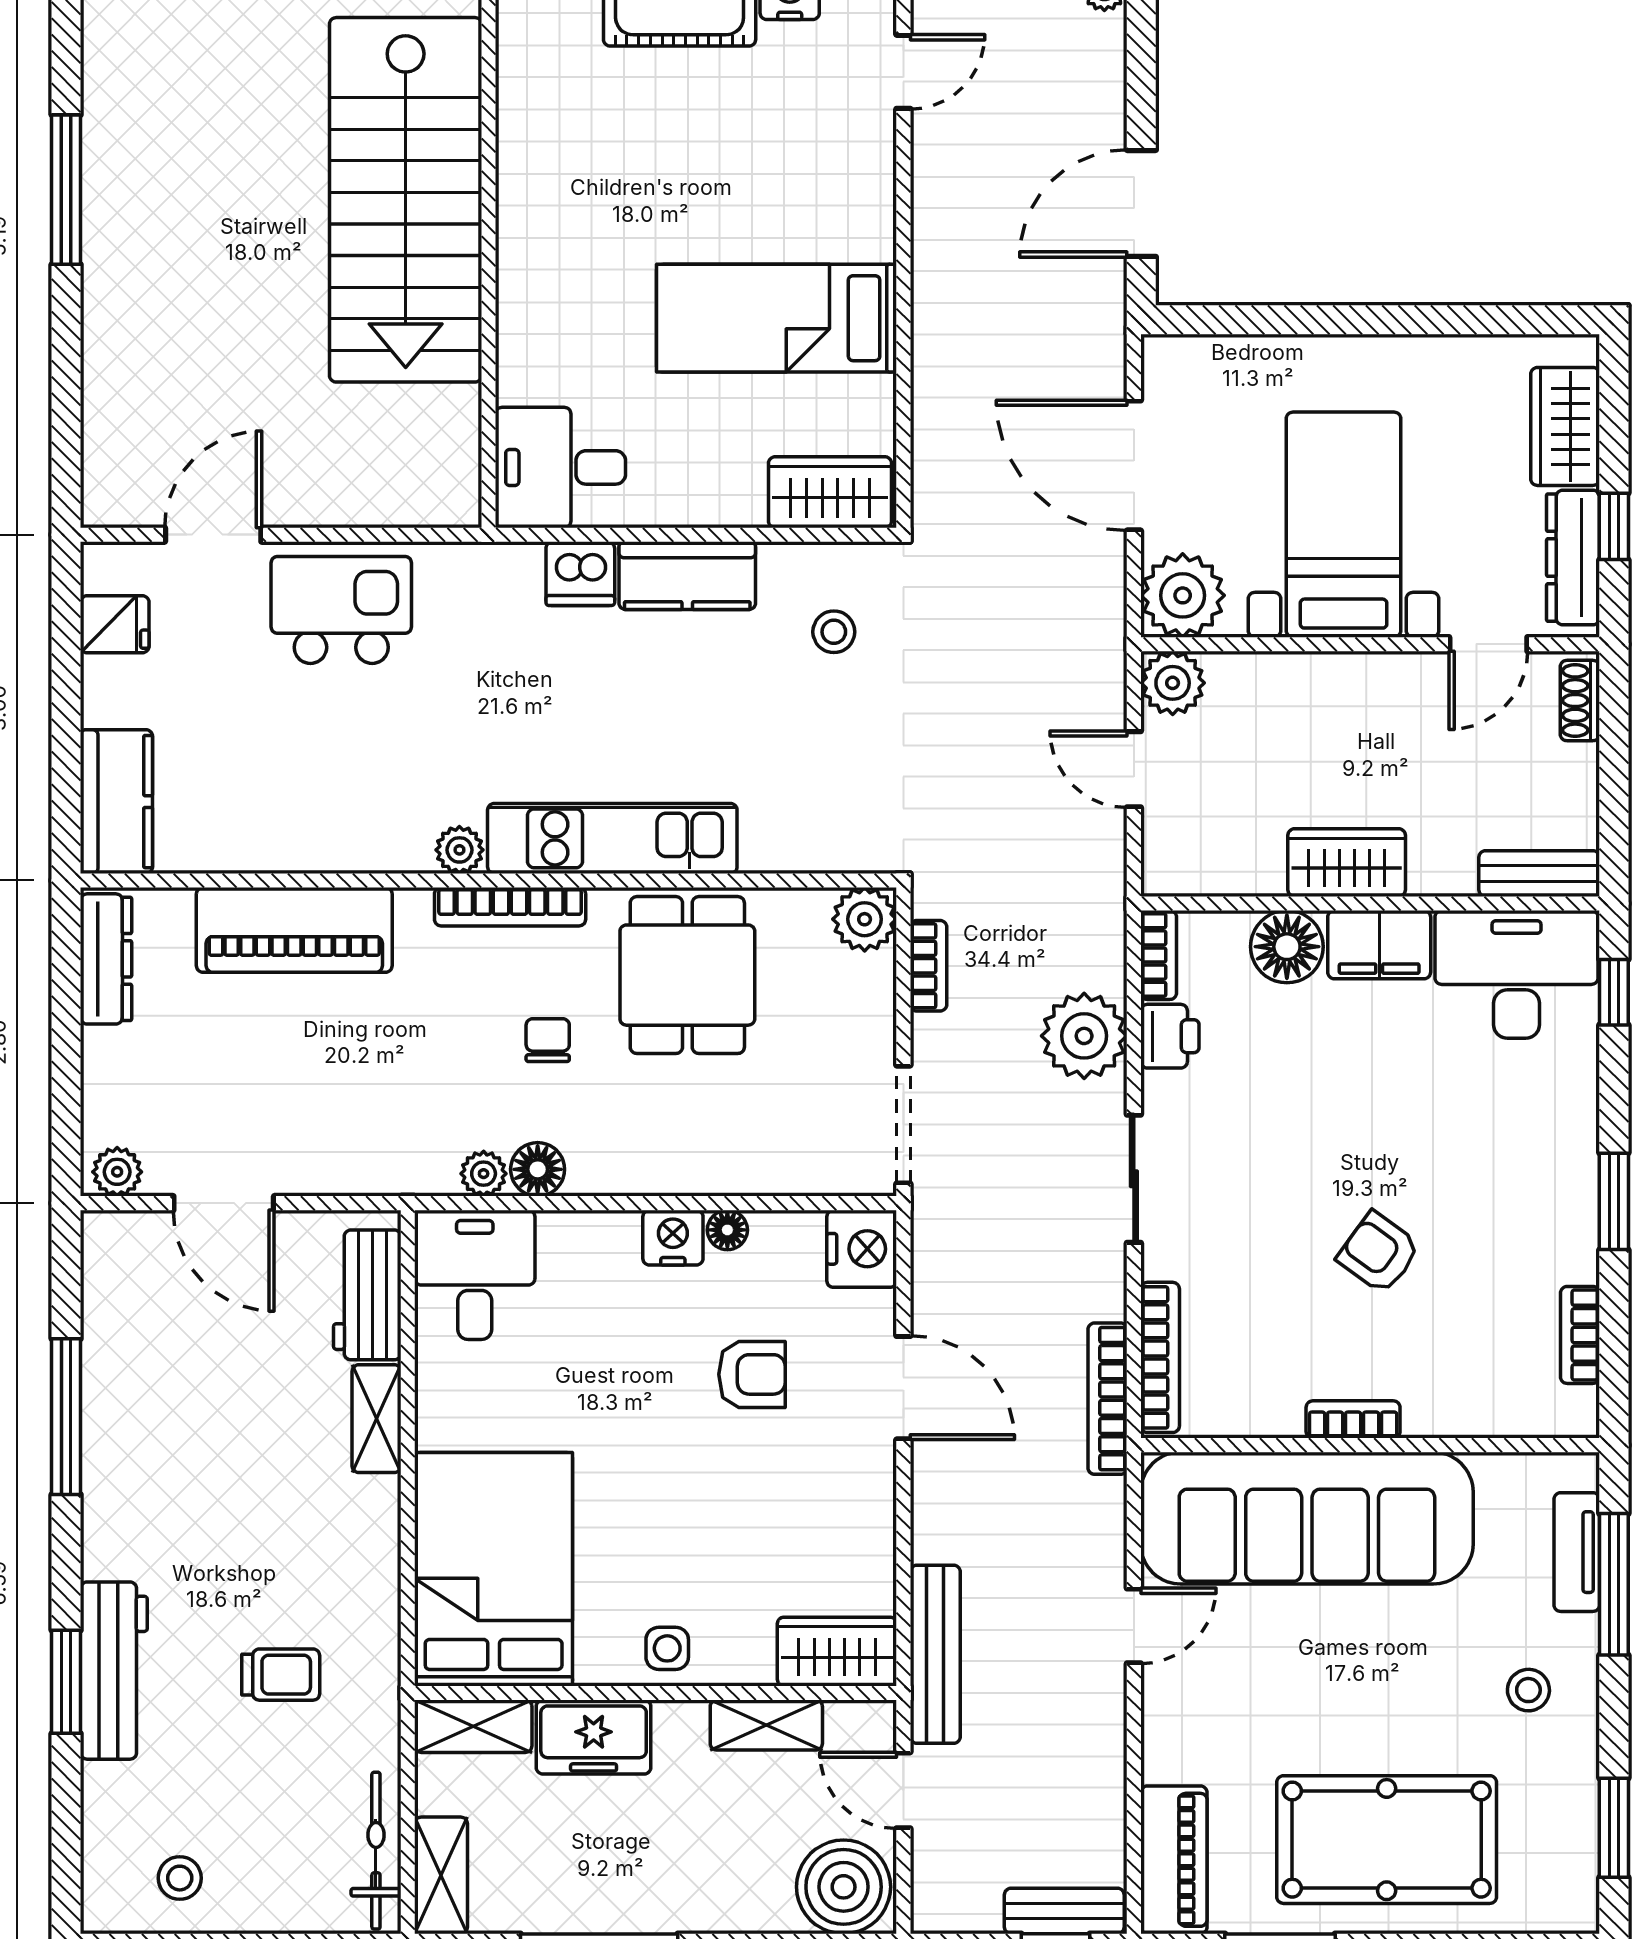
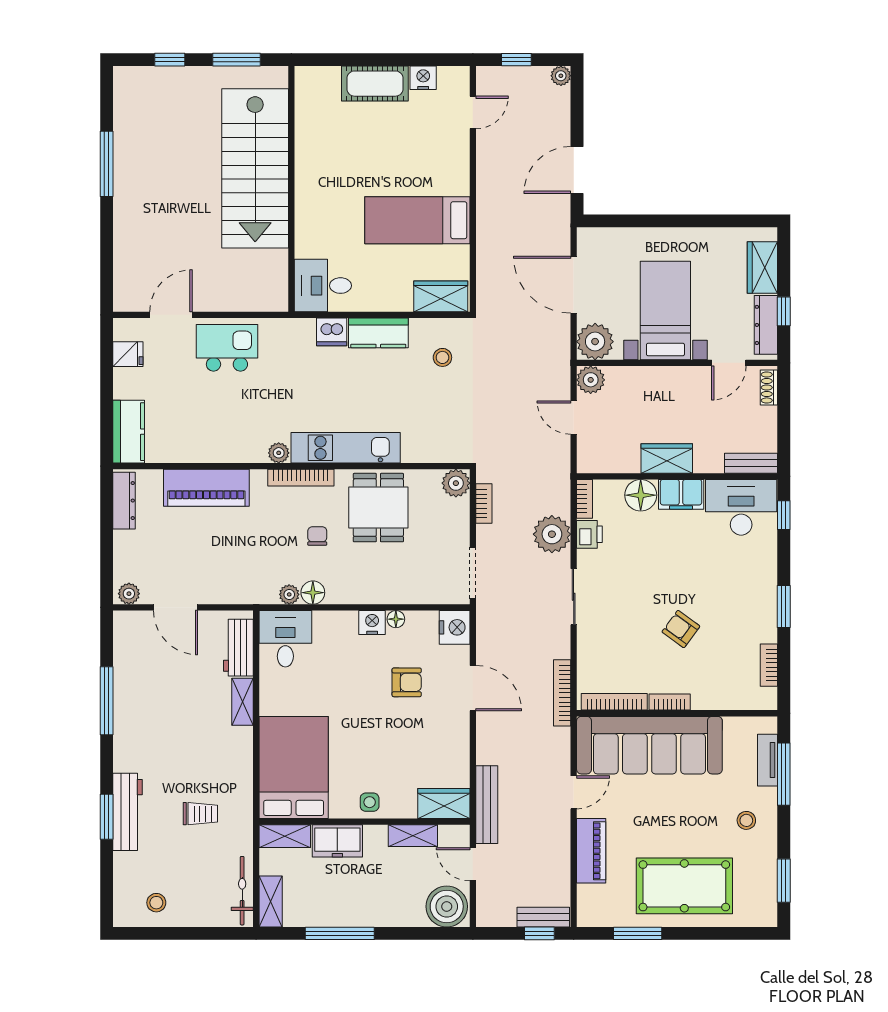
bookcase: (1160, 1357) -> (614, 702), moved, turned -90
piano: (1174, 1860) -> (591, 851), moved

